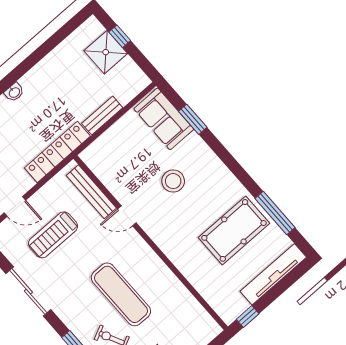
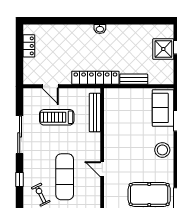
stool: (173, 181) -> (162, 150), moved
door: (127, 216) -> (102, 169), moved

